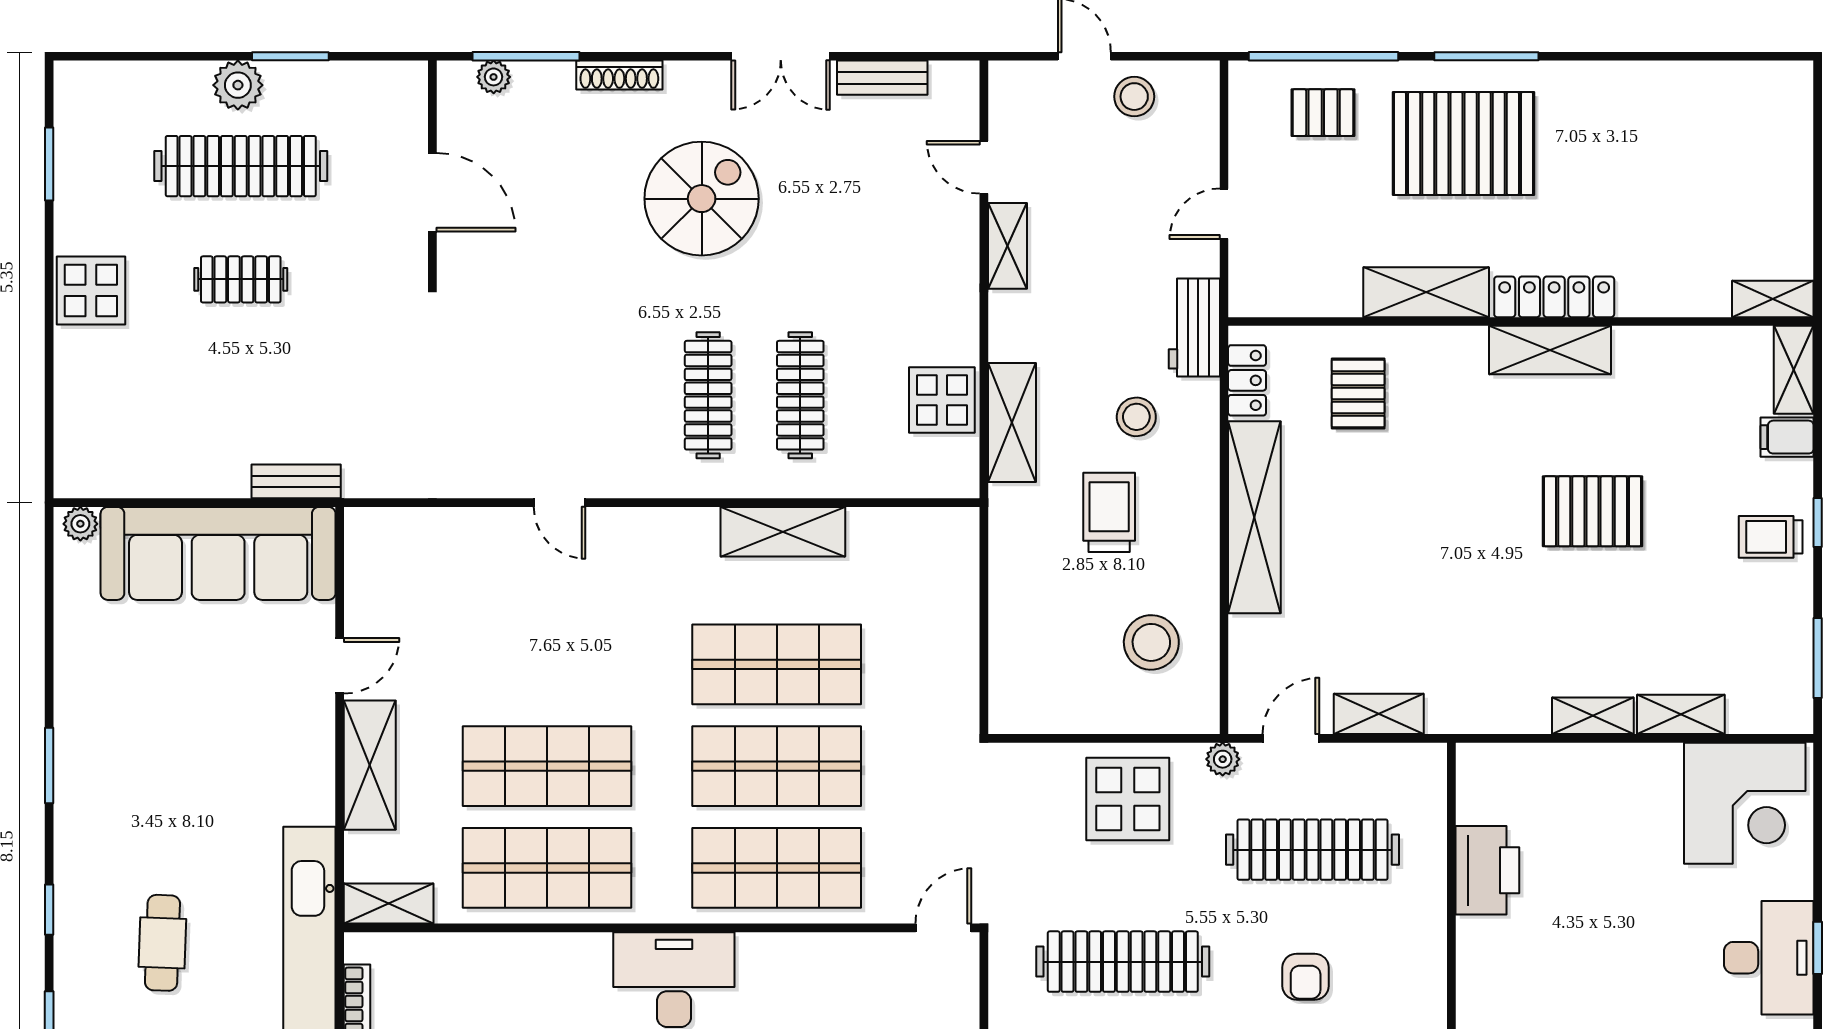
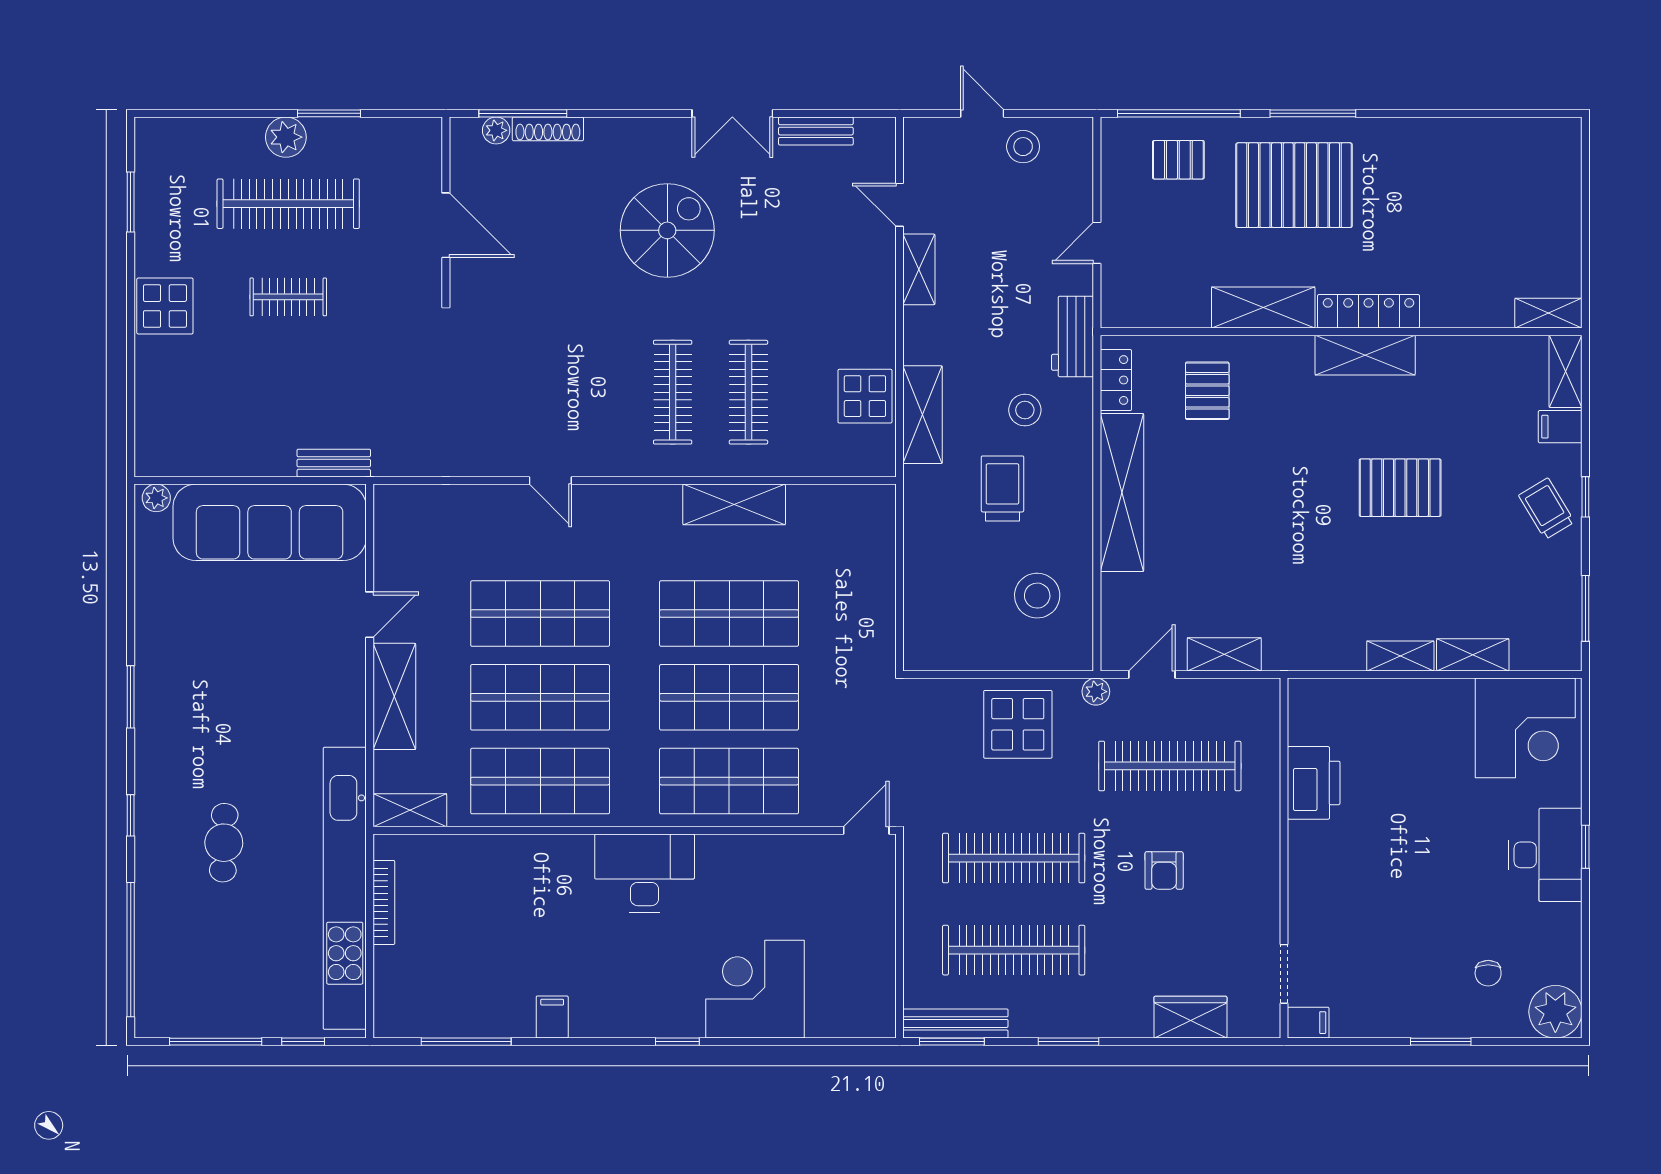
shoe rack: (619, 75) -> (548, 129), moved
trolley: (1771, 537) -> (1547, 509), turned 59
shop shelf: (547, 664) -> (540, 614), added

